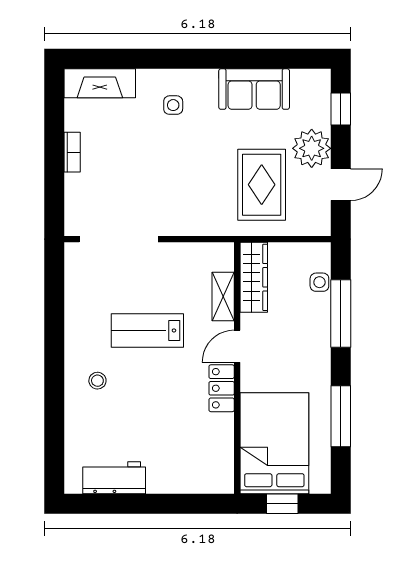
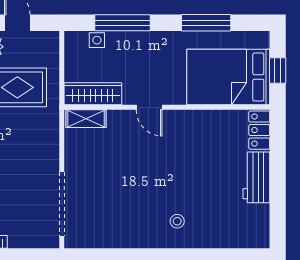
shelving: (223, 297) -> (86, 119), moved
lab bench: (147, 330) -> (136, 181), removed
locker: (222, 388) -> (259, 130), moved, turned 90
workbench: (114, 478) -> (256, 177), moved

